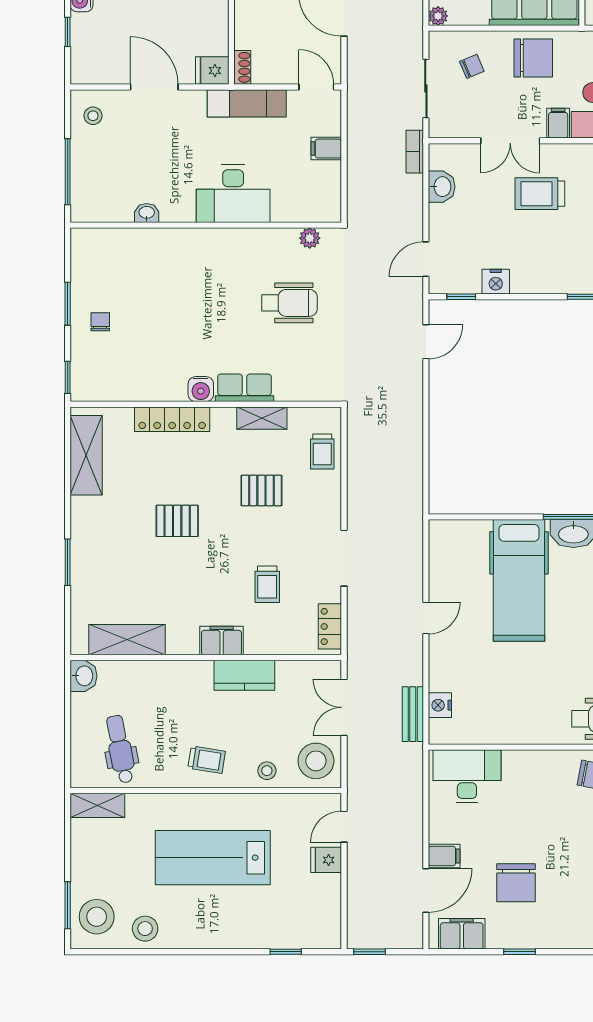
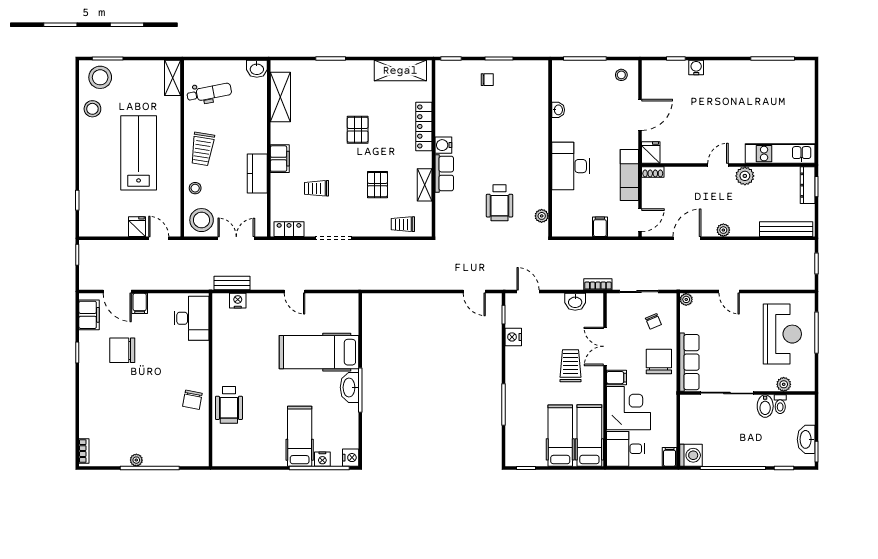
chair: (533, 58) -> (659, 361), turned 180
trolley: (207, 760) -> (202, 149), width x1.36, depth x1.39

